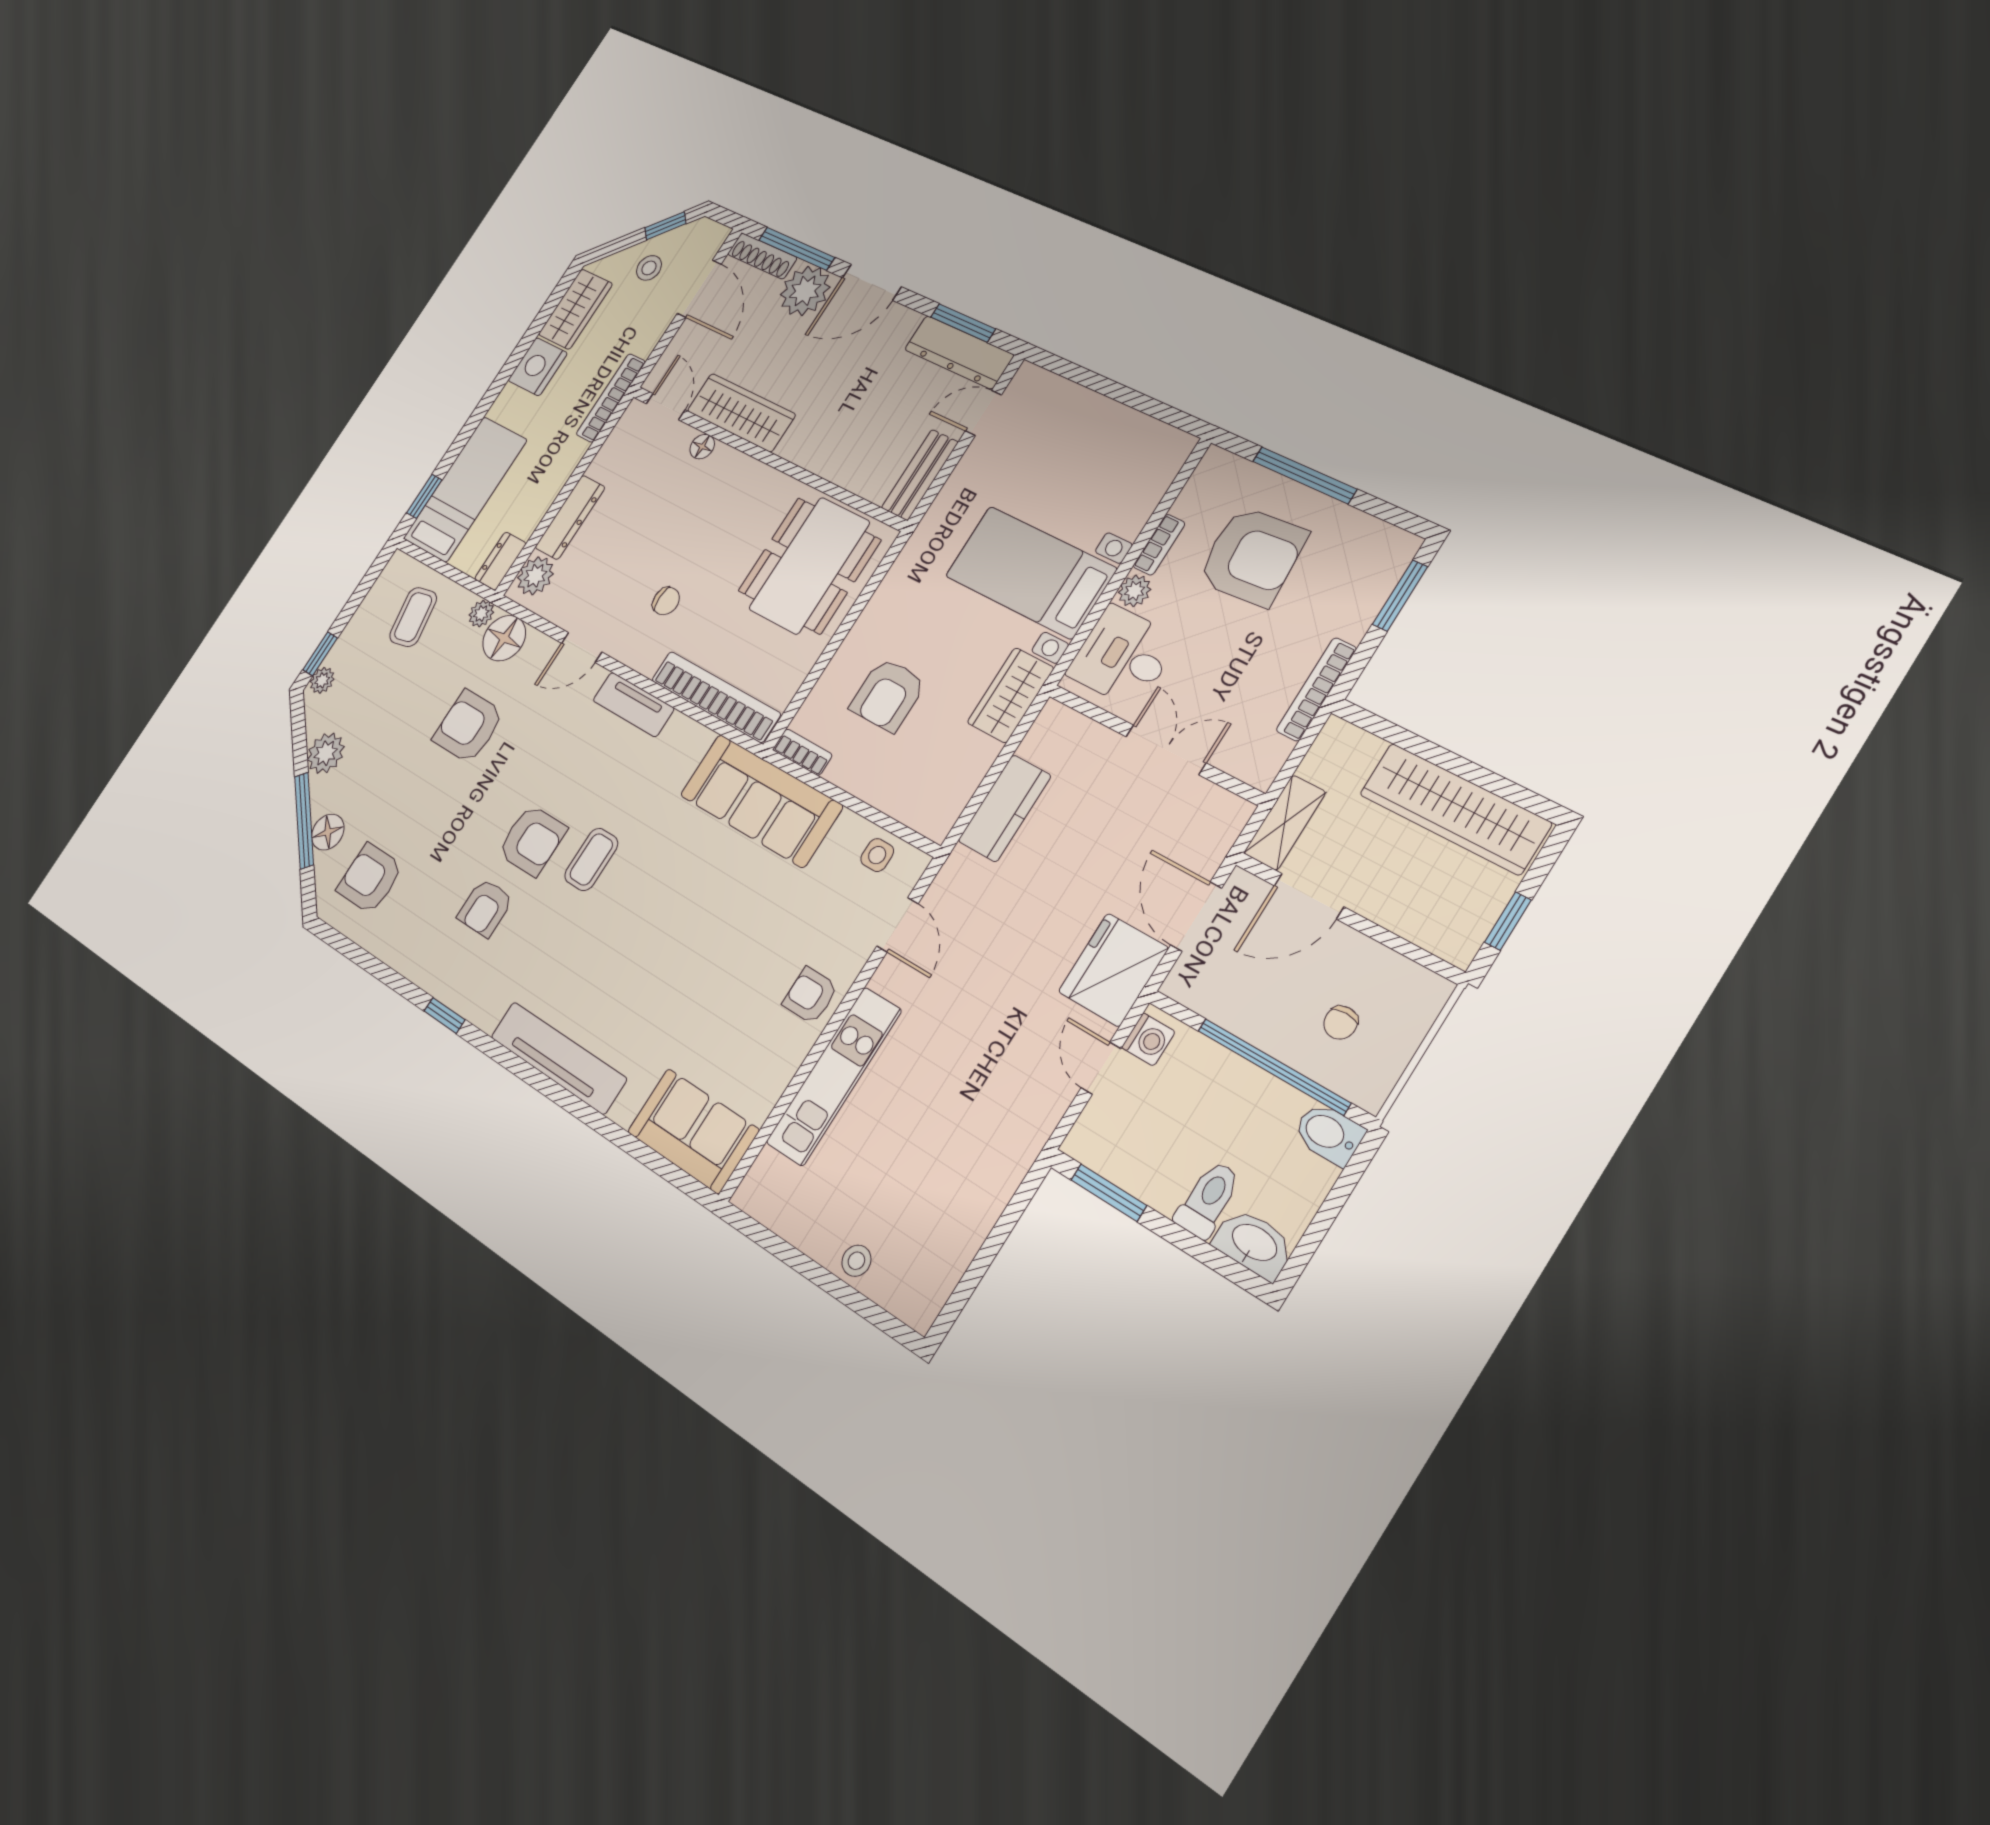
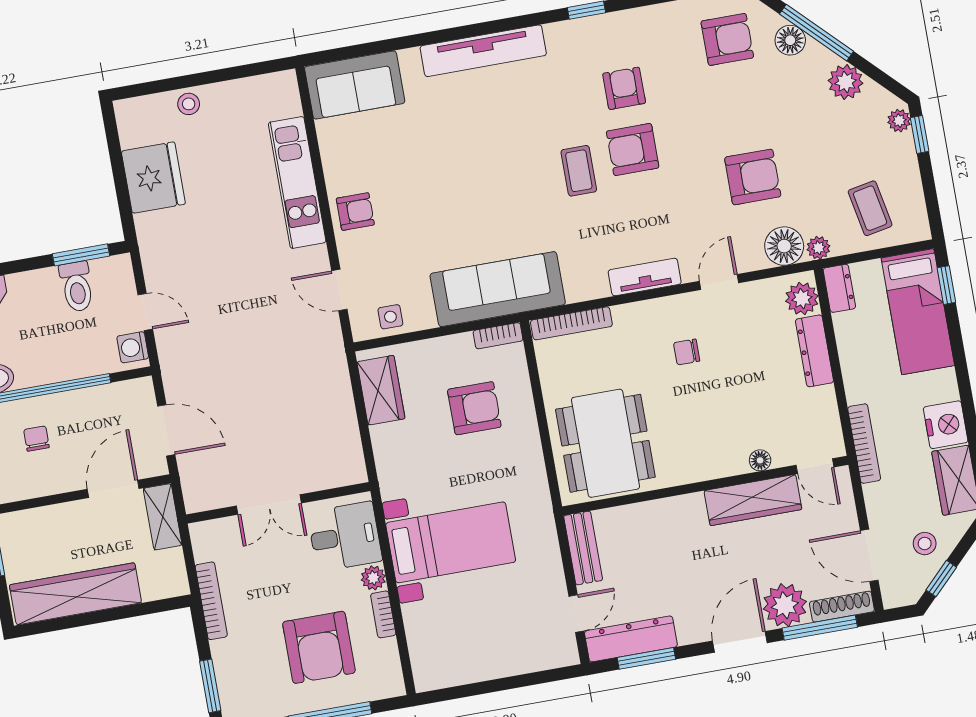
armchair: (1252, 556) -> (319, 647), turned -86
armchair: (888, 695) -> (474, 408), turned 90
wardrobe: (1011, 695) -> (381, 390), moved
bookcase: (716, 697) -> (571, 323), width x0.68, depth x0.76
kitchen counter: (1005, 808) -> (336, 401), removed
fridge: (1113, 970) -> (153, 178), moved
toilet: (1208, 1199) -> (77, 287), moved

